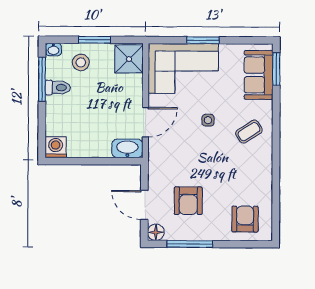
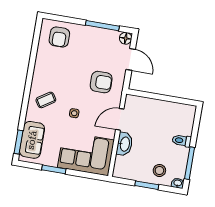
window: (203, 40) -> (54, 169), moved
shower: (129, 59) -> (124, 167), removed
toilet: (58, 88) -> (182, 141), moved
washing machine: (56, 147) -> (188, 112), removed
washbasin: (127, 148) -> (124, 144), moved, turned -90
armchair: (188, 201) -> (101, 82), moved, turned 90

